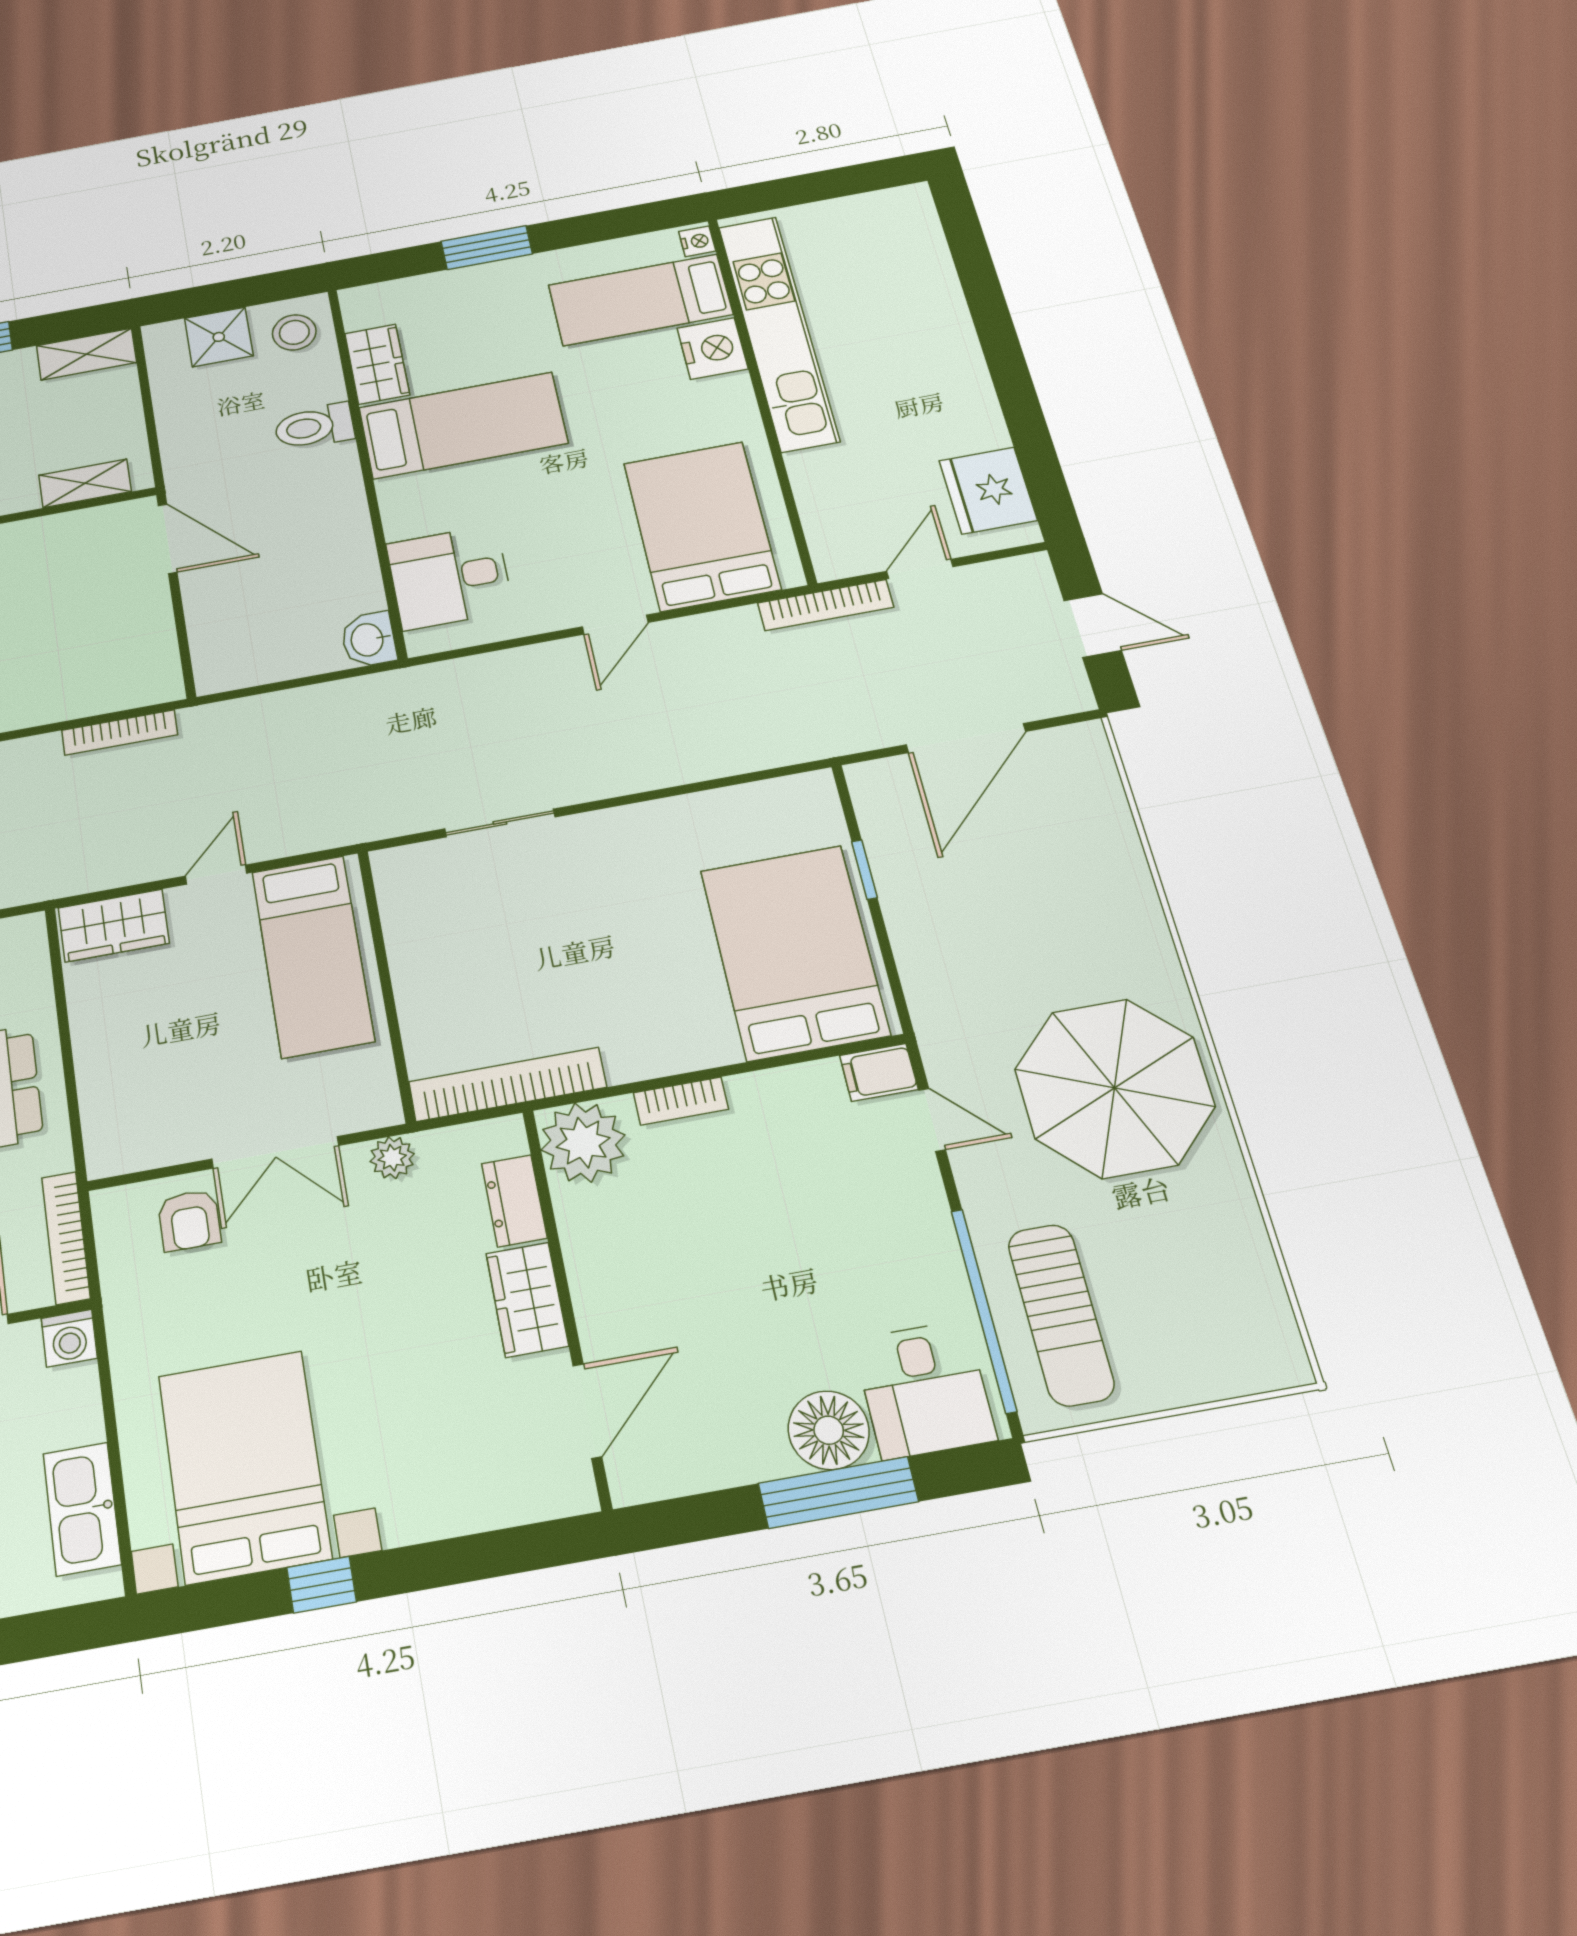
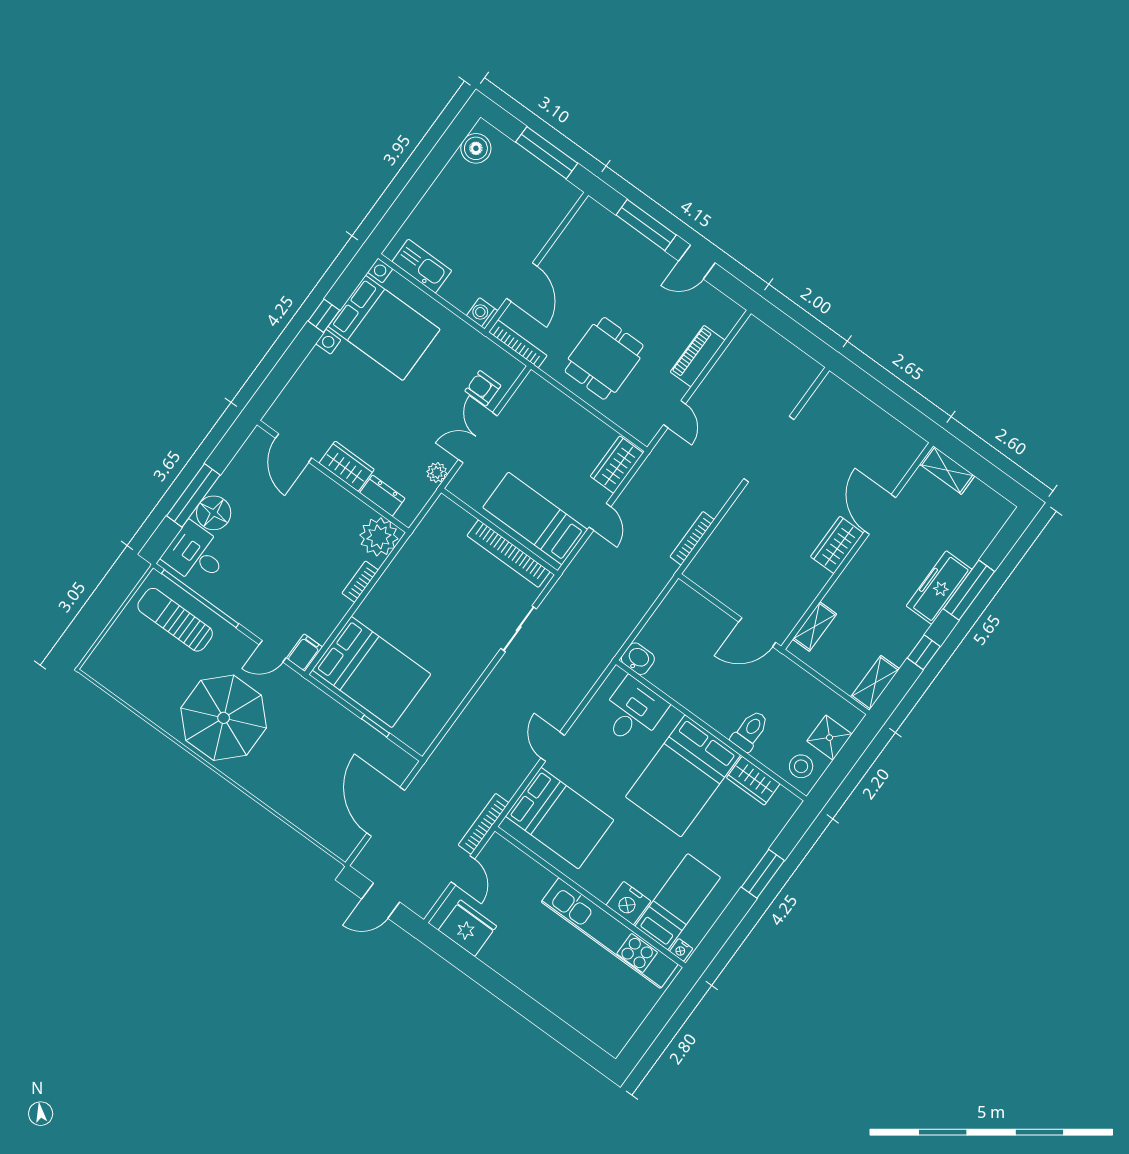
bed: (463, 425) -> (683, 776), width x1.50
bookcase: (507, 1084) -> (508, 554), moved, turned 90

